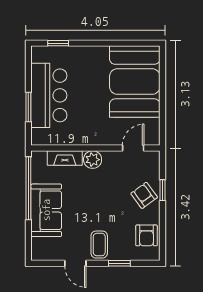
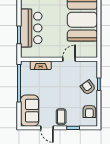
door: (133, 148) -> (69, 59), moved
plant: (93, 160) -> (57, 66), removed
sofa: (46, 210) -> (30, 111), moved

